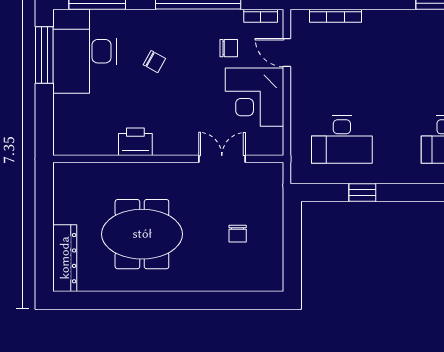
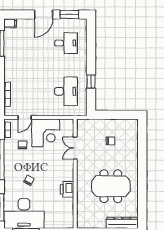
meeting table: (142, 234) -> (111, 186), turned 90

